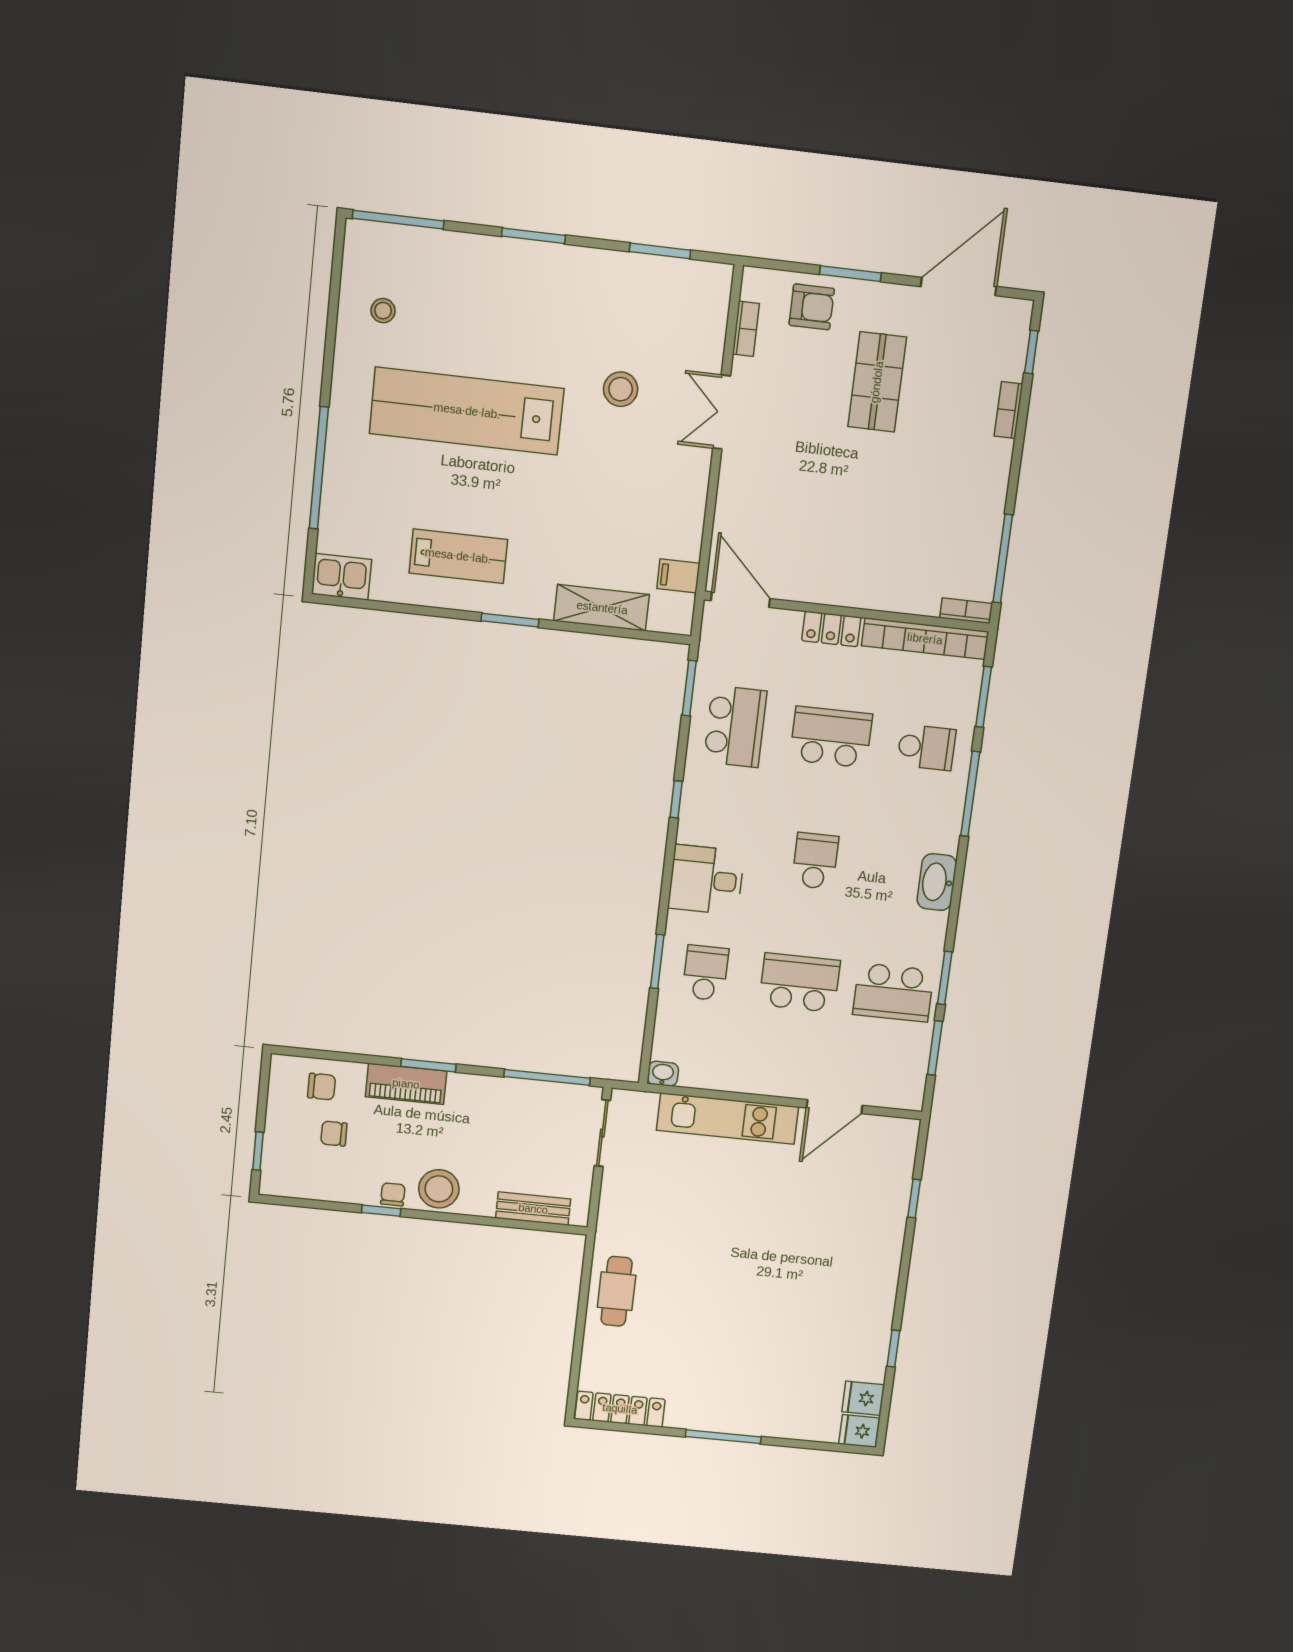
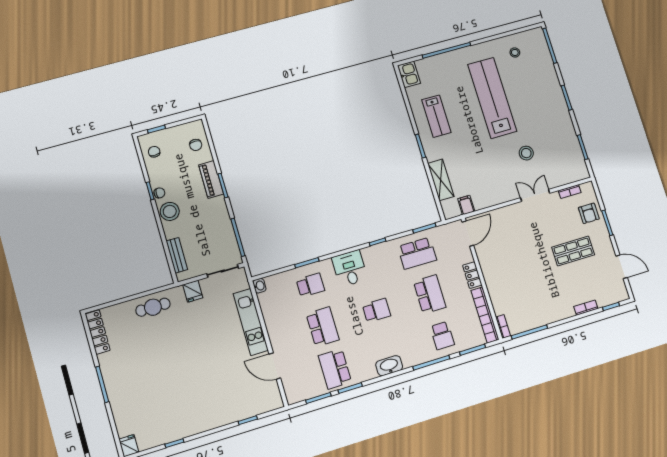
door: (959, 287) -> (622, 267), width x0.73
chair: (334, 1134) -> (154, 152), moved
fridge: (863, 1398) -> (193, 291), moved, turned 180

